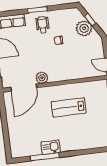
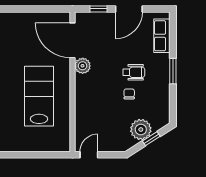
wheelchair: (43, 25) -> (134, 72), moved
lab bench: (69, 107) -> (39, 96), width x1.36, depth x1.39

